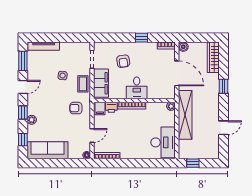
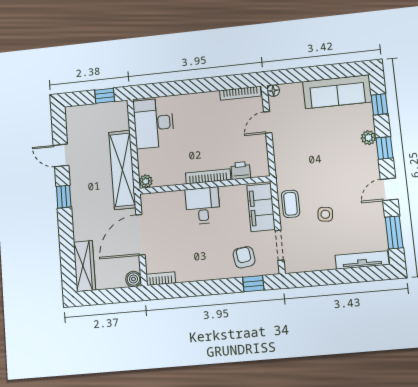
window: (141, 38) -> (253, 284), moved
armchair: (123, 61) -> (244, 257), moved
door: (177, 73) -> (140, 235), hinge flipped
window: (224, 86) -> (64, 197), moved
armchair: (76, 108) -> (298, 164), removed
filing cabinet: (100, 108) -> (259, 167), removed
door: (224, 128) -> (61, 155), hinge flipped

